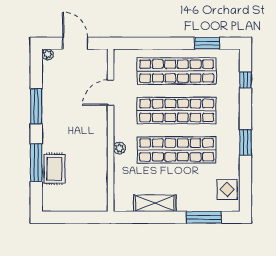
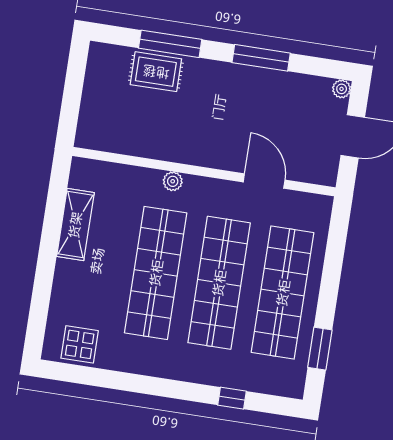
window: (245, 80) -> (232, 398), moved
window: (245, 142) -> (151, 386), removed
window: (204, 217) -> (41, 300), removed

